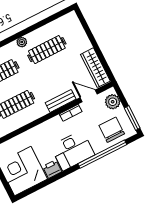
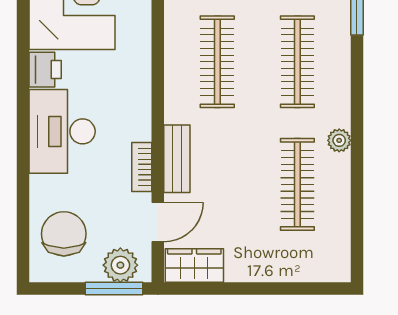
wardrobe: (95, 68) -> (194, 266), width x0.67
window: (132, 118) -> (114, 288), moved
chair: (112, 130) -> (64, 234), turned -90
window: (102, 154) -> (23, 189), removed

